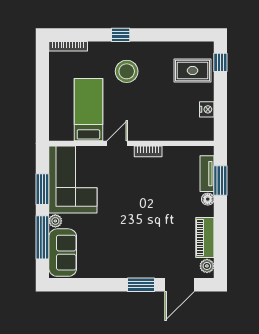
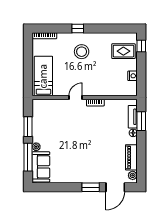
bed: (88, 110) -> (43, 76), moved
corner sofa: (73, 180) -> (47, 120), removed

